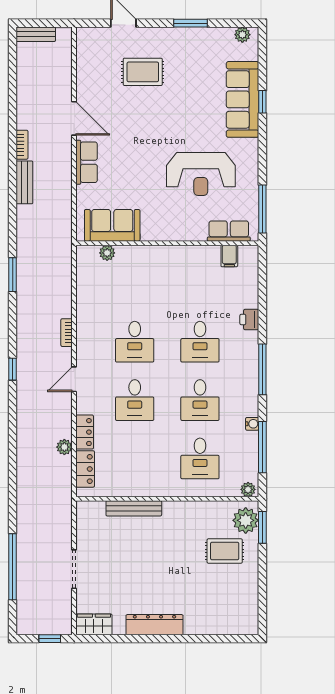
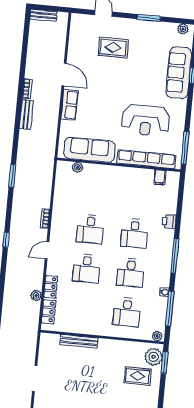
sofa: (112, 225) -> (89, 150), width x1.36
row of seats: (229, 231) -> (146, 159), width x2.02

